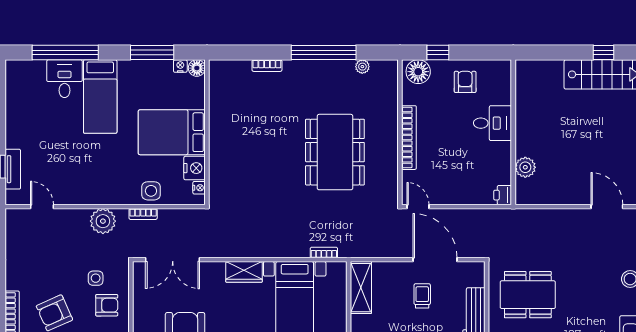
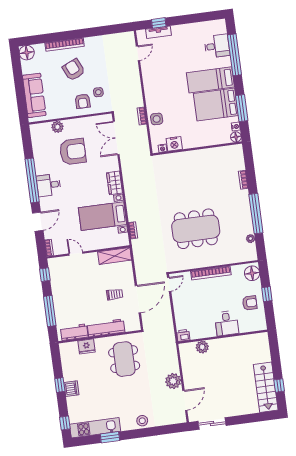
window: (438, 53) -> (267, 294), moved
desk: (65, 79) -> (217, 46), moved
bed: (172, 132) -> (216, 105), moved, turned -90
plant: (103, 221) -> (173, 381), moved

